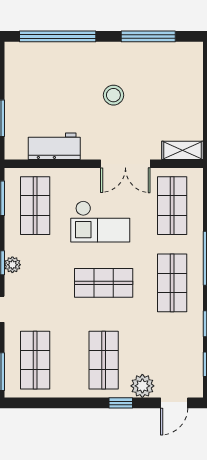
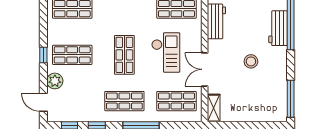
window: (148, 36) -> (291, 99), moved
workbench: (64, 55) -> (278, 28), added
checkout: (100, 221) -> (166, 52), turned 180
window: (121, 403) -> (43, 55), moved

